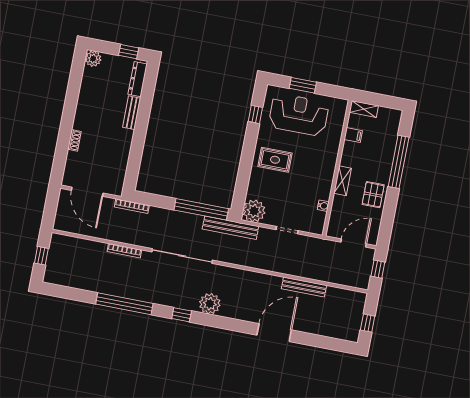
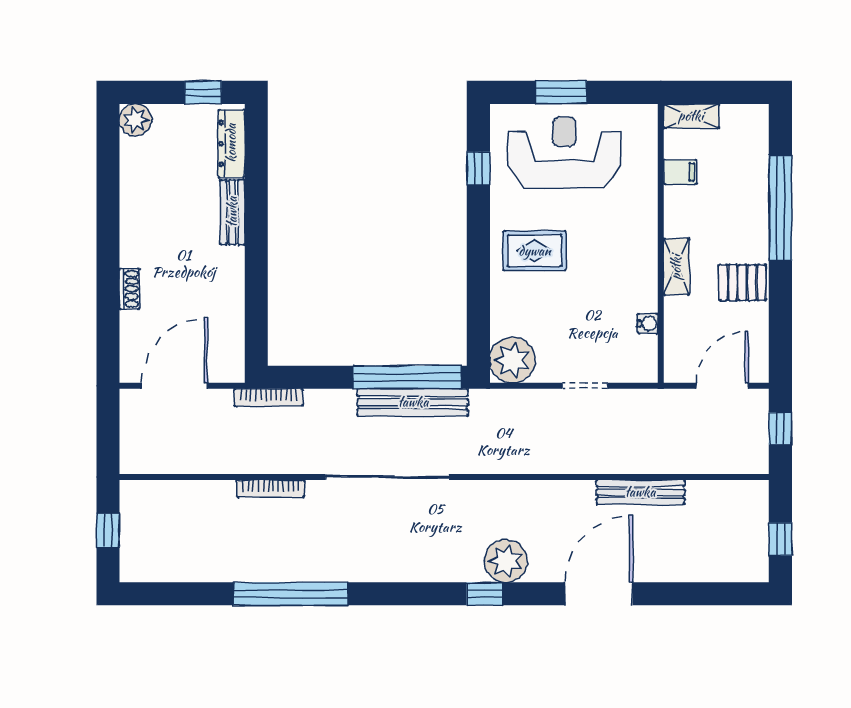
door: (87, 192) -> (174, 386), swing flipped
pallet: (373, 195) -> (742, 282), turned 90
bench: (230, 228) -> (413, 402), moved
plant: (210, 304) -> (506, 561), moved
window: (182, 315) -> (485, 594), moved

